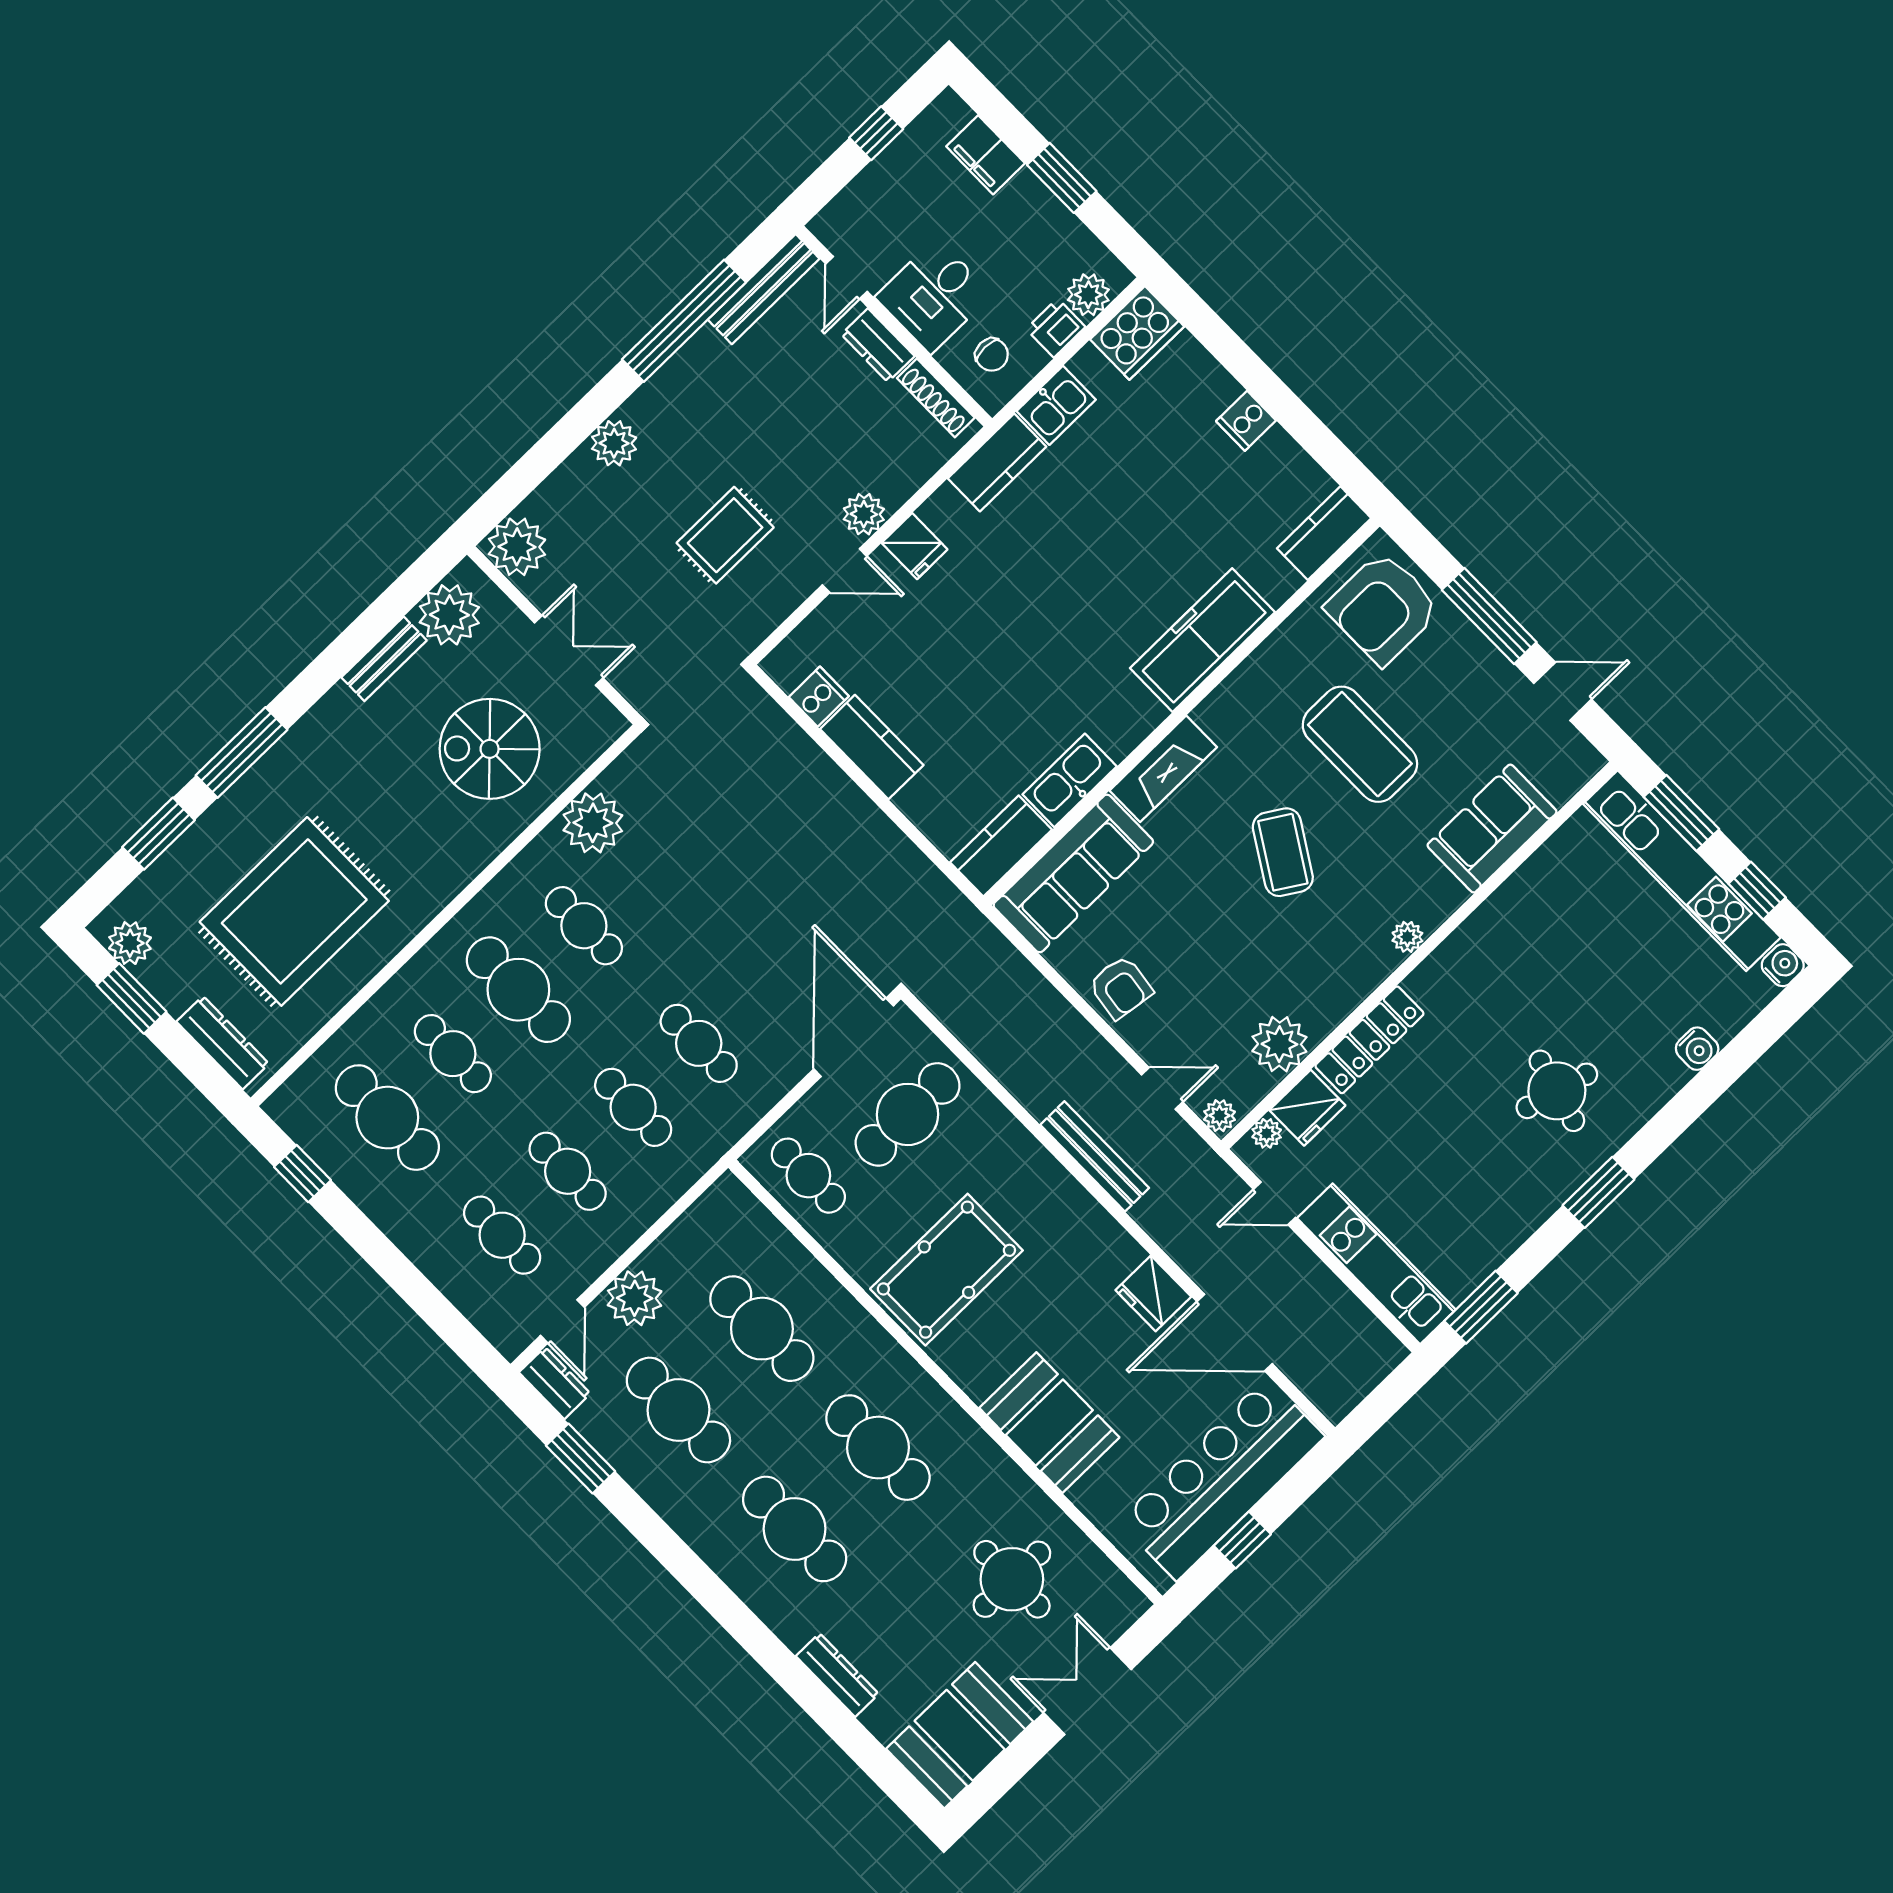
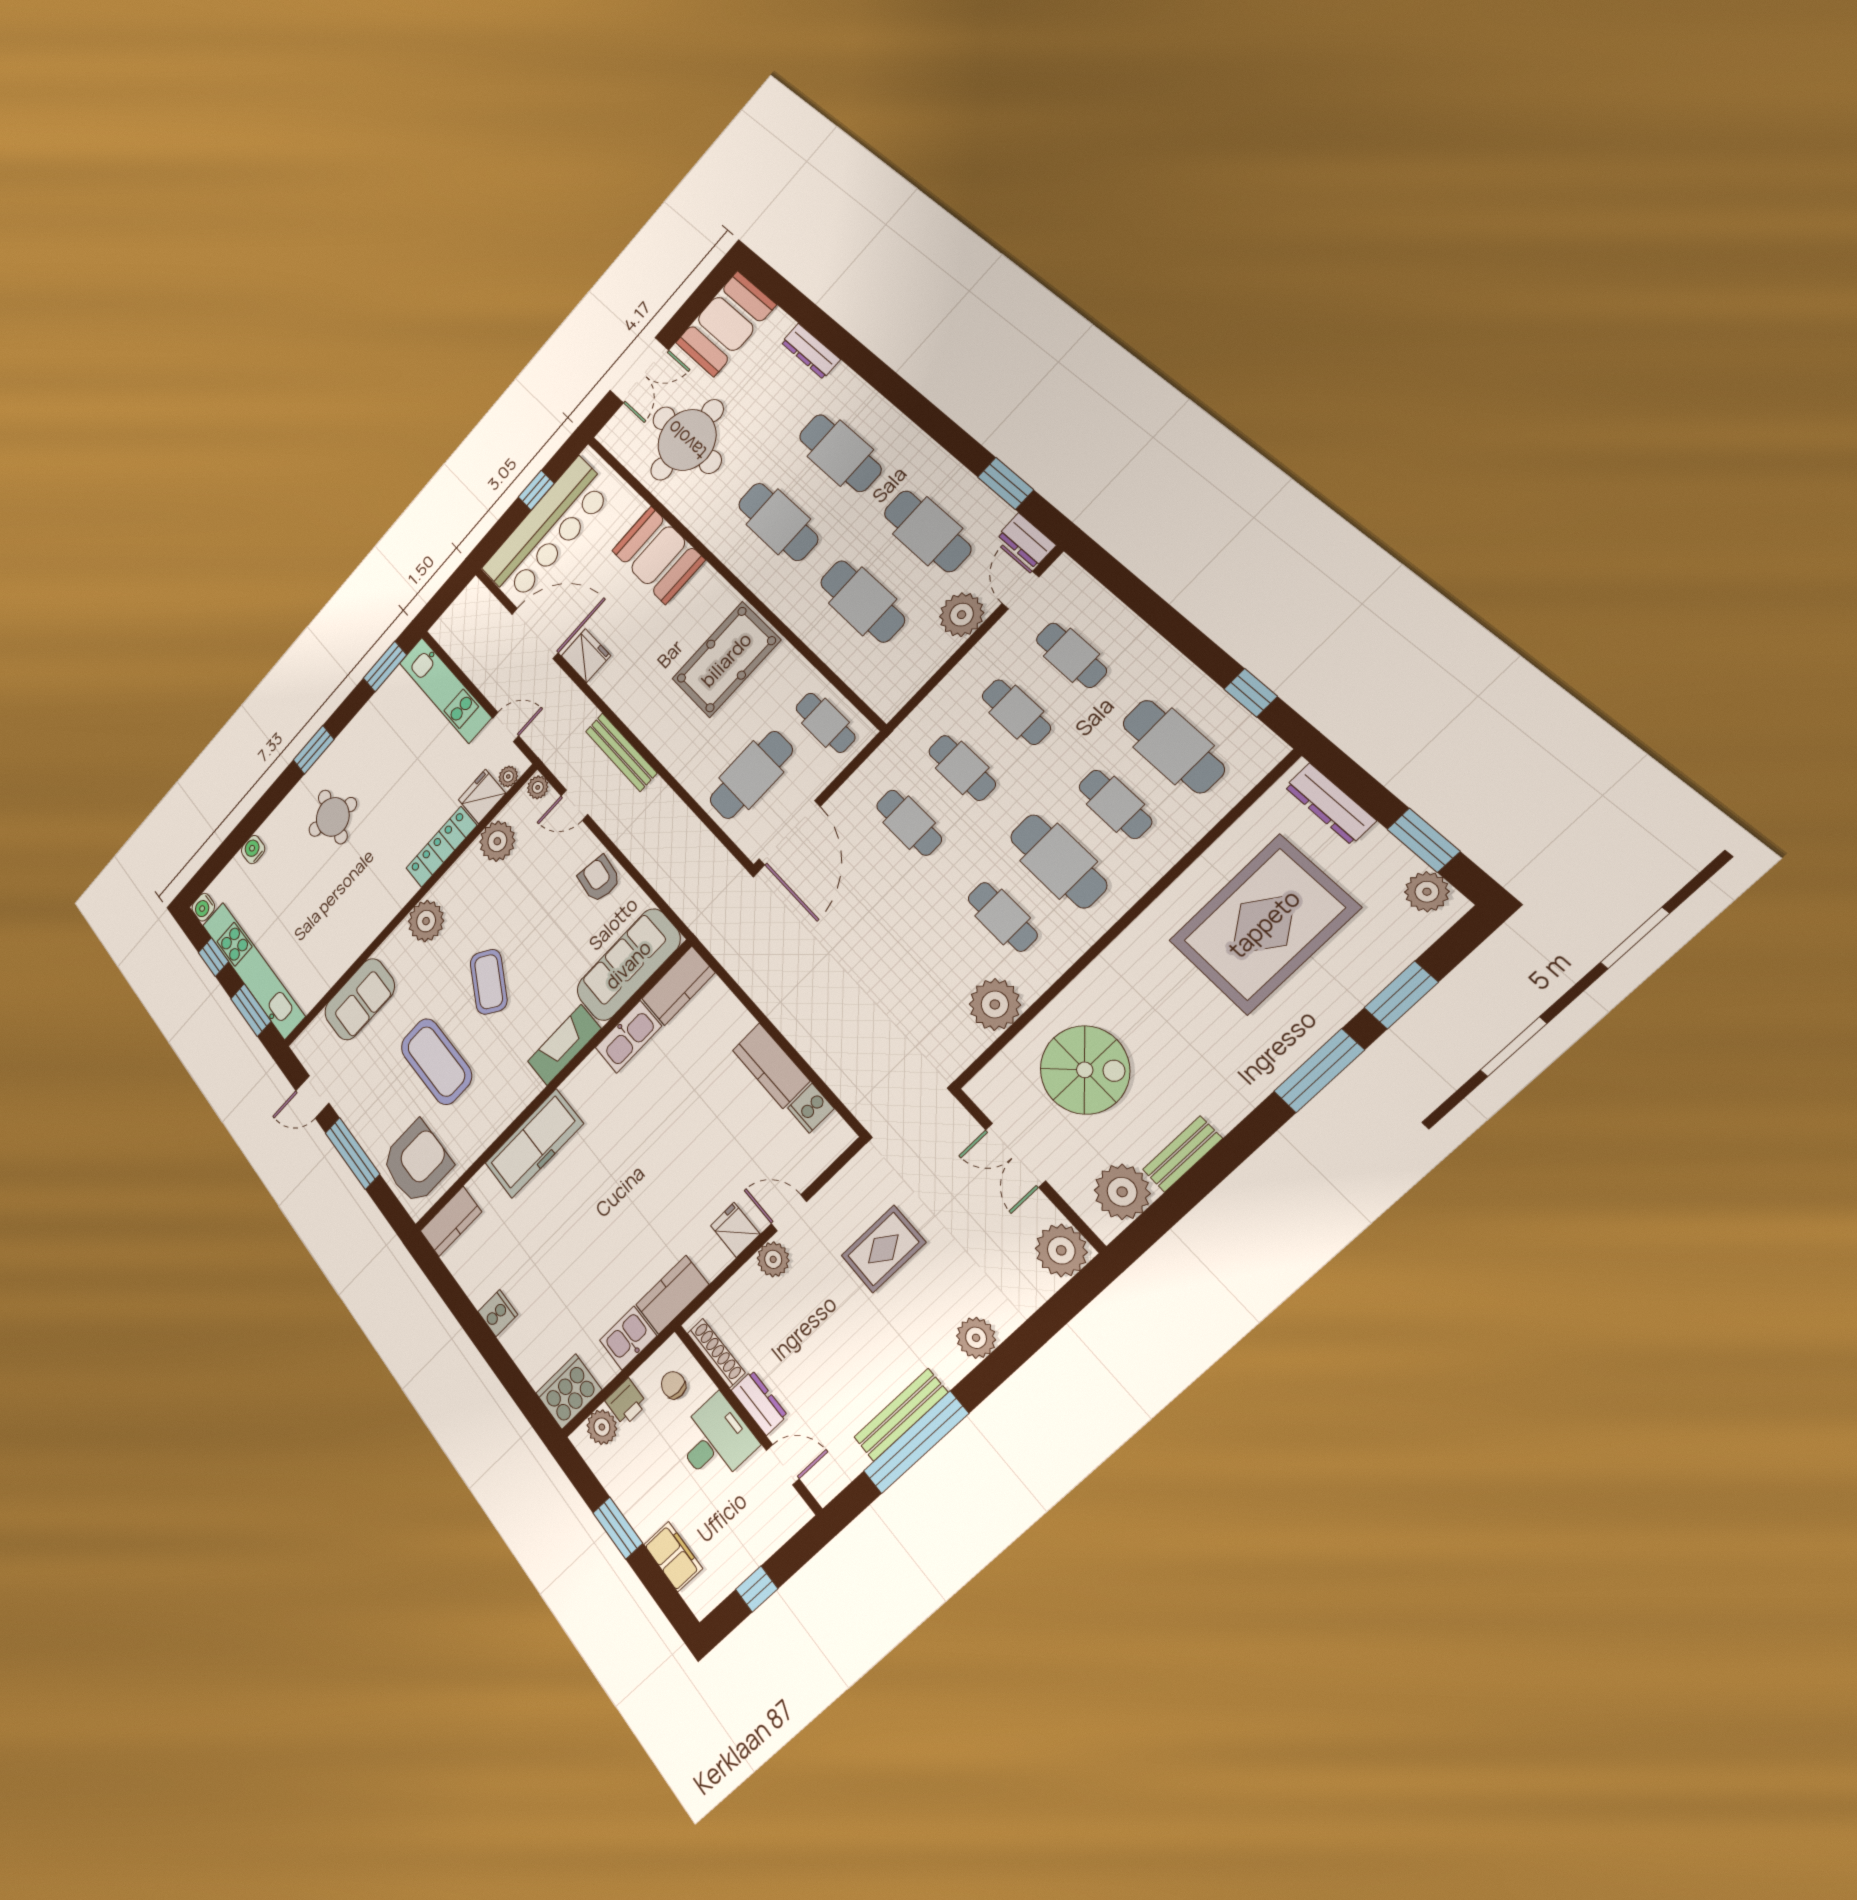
door: (847, 278) -> (783, 1465), hinge flipped
bench: (764, 289) -> (901, 1415), moved
plant: (1407, 937) -> (426, 921), width x1.88, depth x1.88
round table: (1012, 1579) -> (687, 440), width x1.36, depth x1.36

